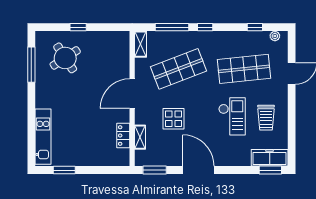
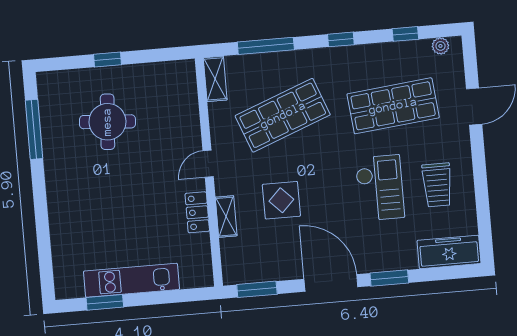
window: (205, 27) -> (341, 39), moved
round table: (65, 58) -> (107, 122), moved, turned 37
door: (132, 94) -> (208, 164), width x0.53
locker: (123, 136) -> (197, 212), moved
kitchen unit: (43, 137) -> (131, 280), moved, turned -90
shelving: (140, 137) -> (226, 217), moved
window: (270, 170) -> (389, 278), moved

